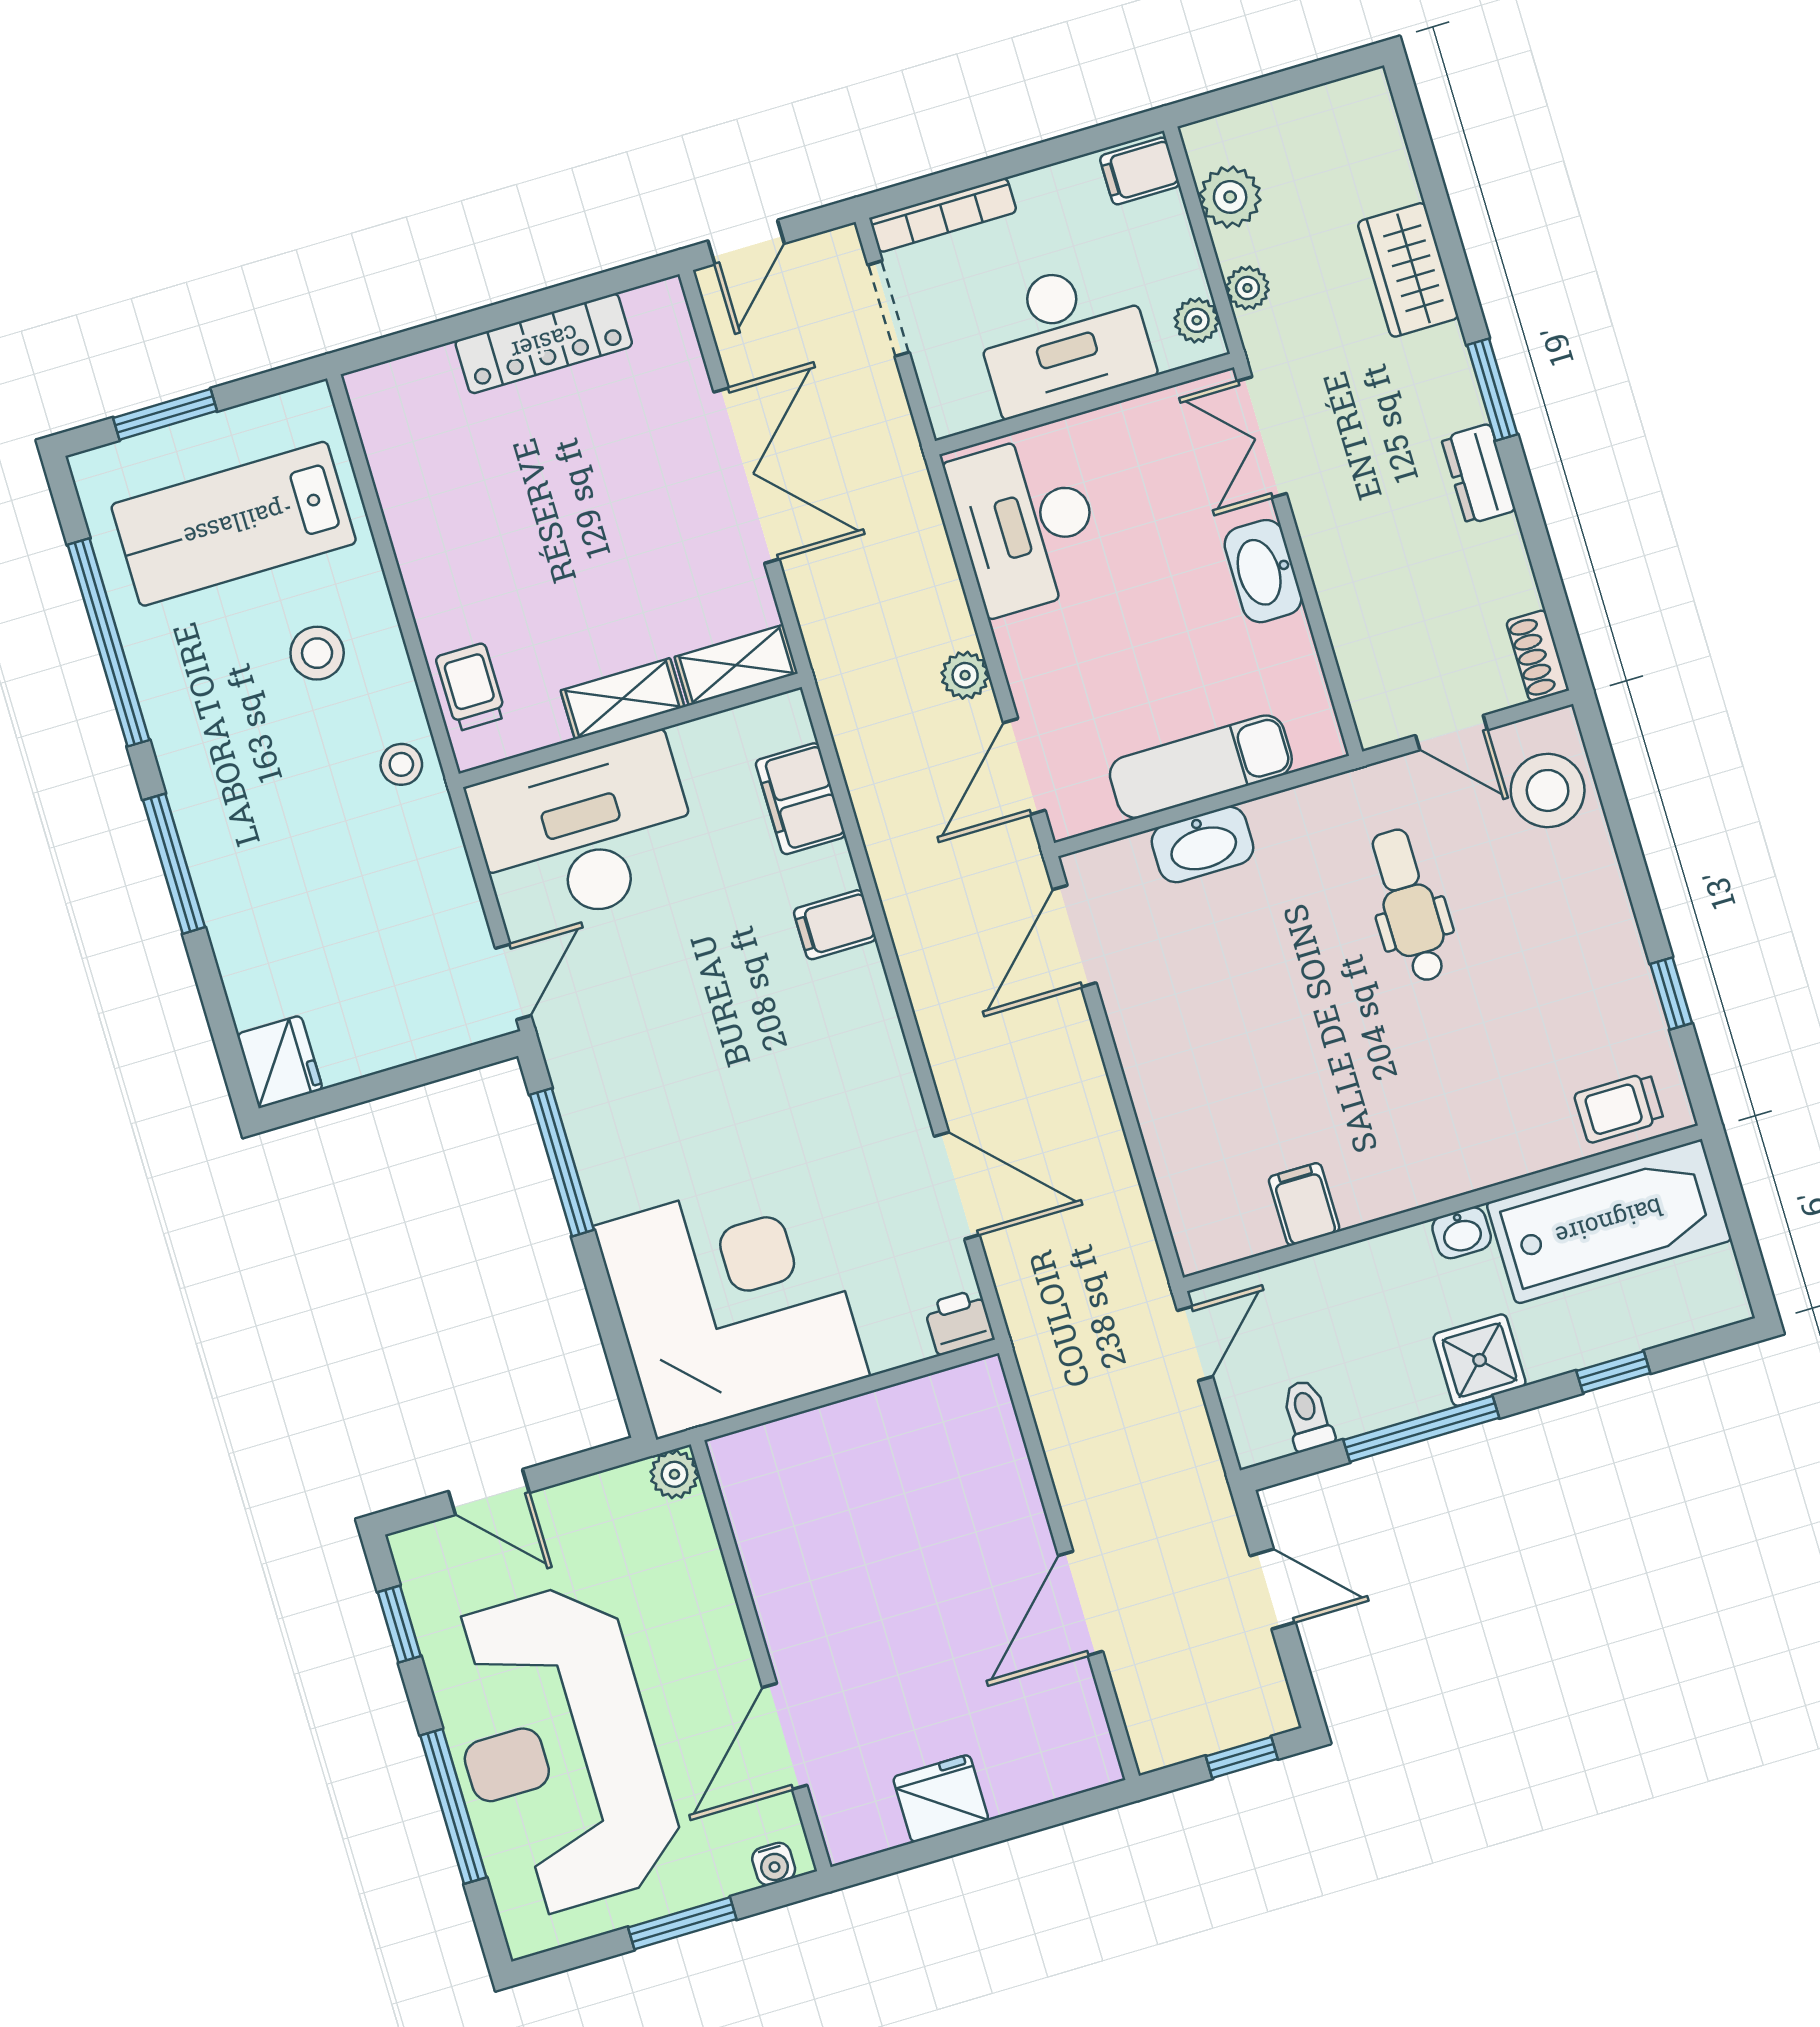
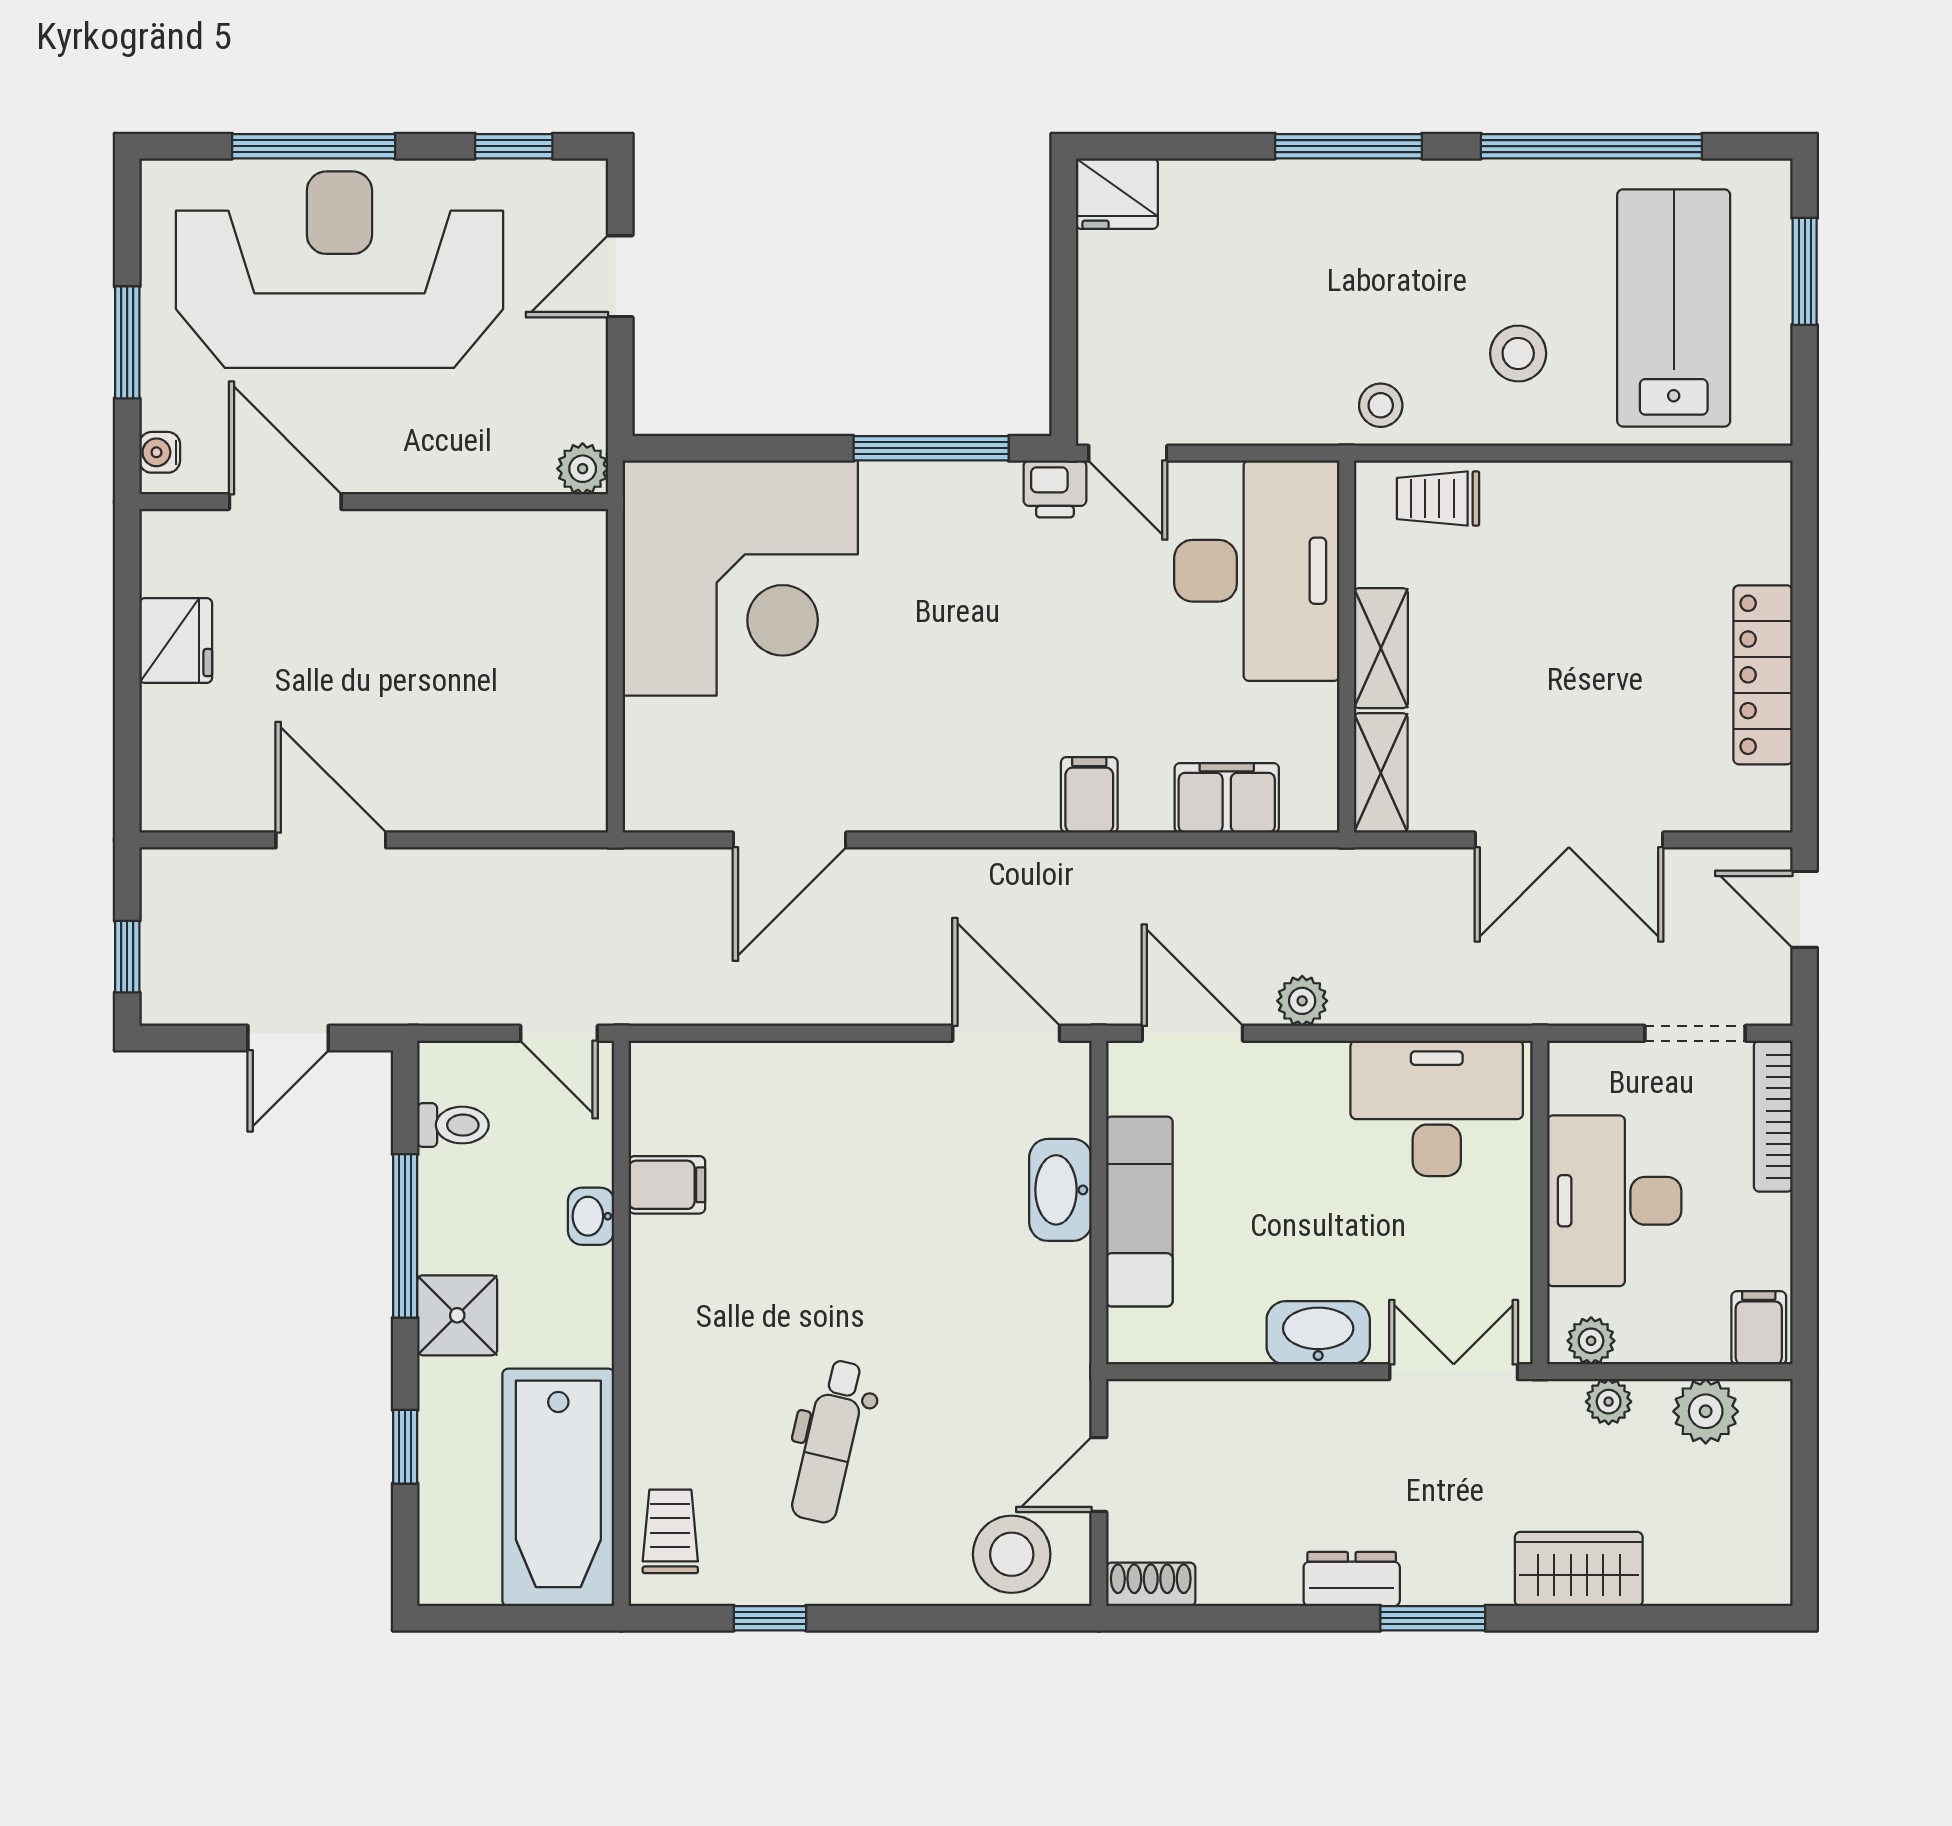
trolley: (471, 687) -> (1438, 499), turned 180
dental chair: (1409, 906) -> (830, 1441), moved, turned 103
washbasin: (1462, 1233) -> (591, 1216), moved
printer: (959, 1322) -> (1055, 489), moved, turned 90

